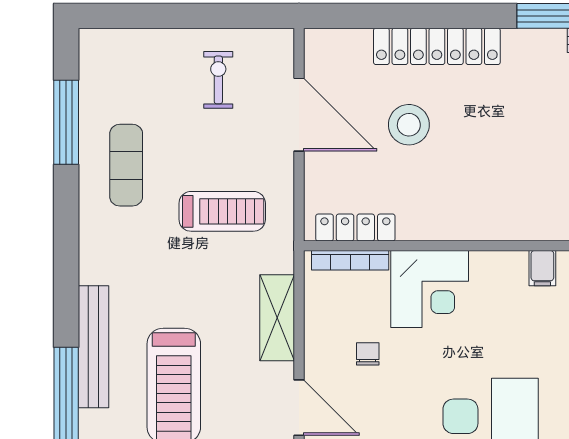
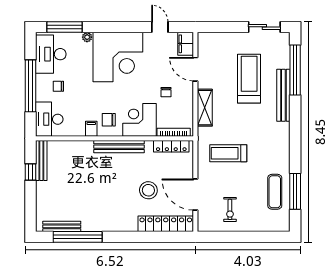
locker: (437, 46) -> (166, 224), moved
exercise mat: (126, 165) -> (275, 192), moved
bench: (477, 227) -> (119, 147), added
chair: (502, 290) -> (109, 120), added

